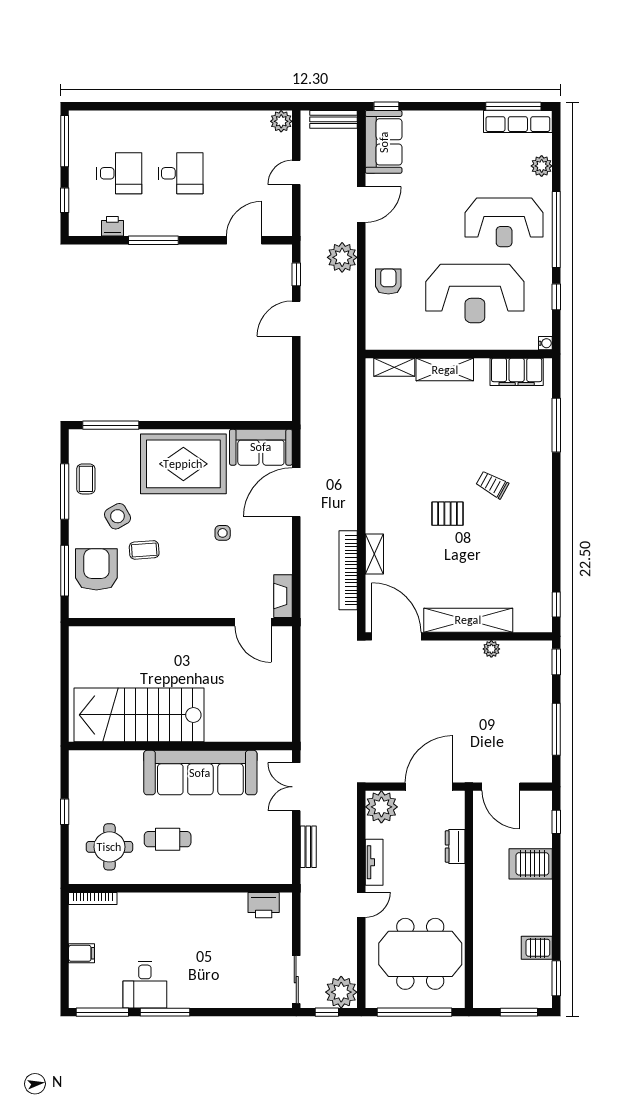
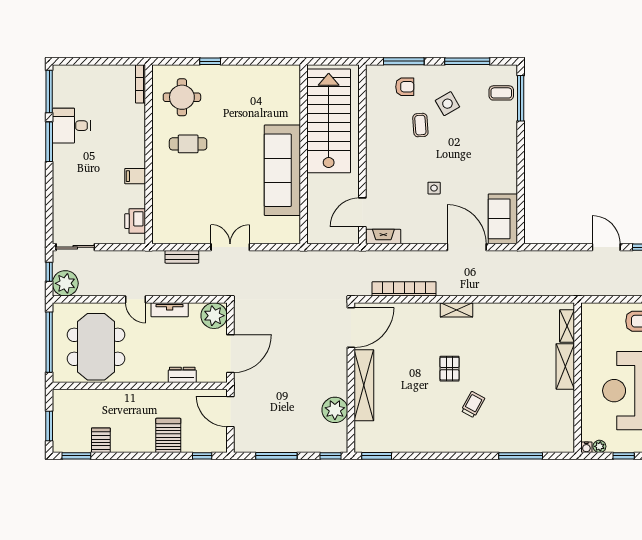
plant: (544, 327) -> (599, 446), added
filing cabinet: (517, 372) -> (563, 424), removed
rug: (183, 464) -> (489, 157), removed
coffee table: (86, 479) -> (501, 93), moved
shelving: (374, 554) -> (456, 310), moved
armchair: (96, 569) -> (405, 87), width x0.53, depth x0.53
window: (556, 604) -> (377, 456), width x1.50
plant: (491, 649) -> (335, 410), width x1.87, depth x1.87
stairs: (139, 715) -> (329, 121), moved
wall: (180, 746) -> (304, 154), moved
sofa: (200, 773) -> (282, 170), moved
door: (429, 787) -> (230, 354), hinge flipped
door: (501, 787) -> (230, 412), hinge flipped
cafe table: (168, 839) -> (188, 144), turned 90
filing cabinet: (82, 953) -> (135, 176), moved, turned 90

